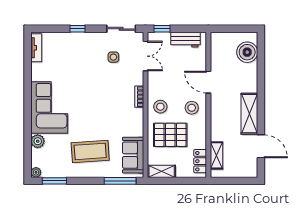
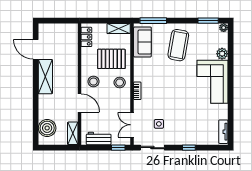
coffee table: (90, 151) -> (178, 45), turned -76
shelving: (216, 155) -> (73, 133), moved

